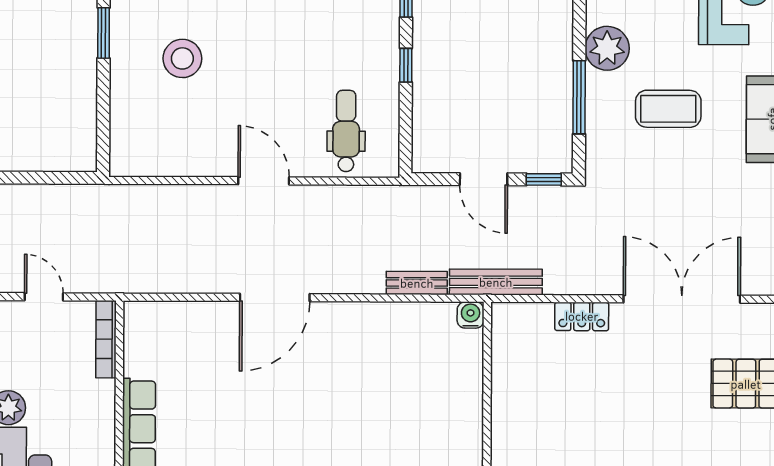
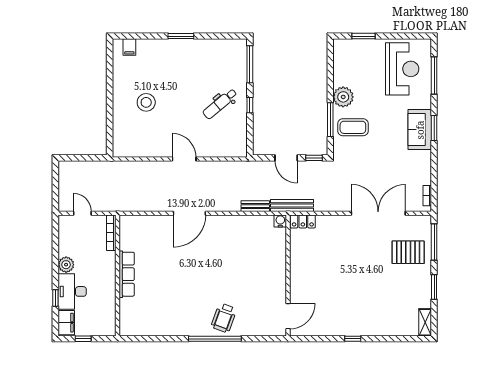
window: (104, 33) -> (110, 91), removed
coffee table: (668, 109) -> (353, 127), moved
dental chair: (346, 131) -> (220, 104), moved, turned -130
locker: (582, 316) -> (303, 221), moved

